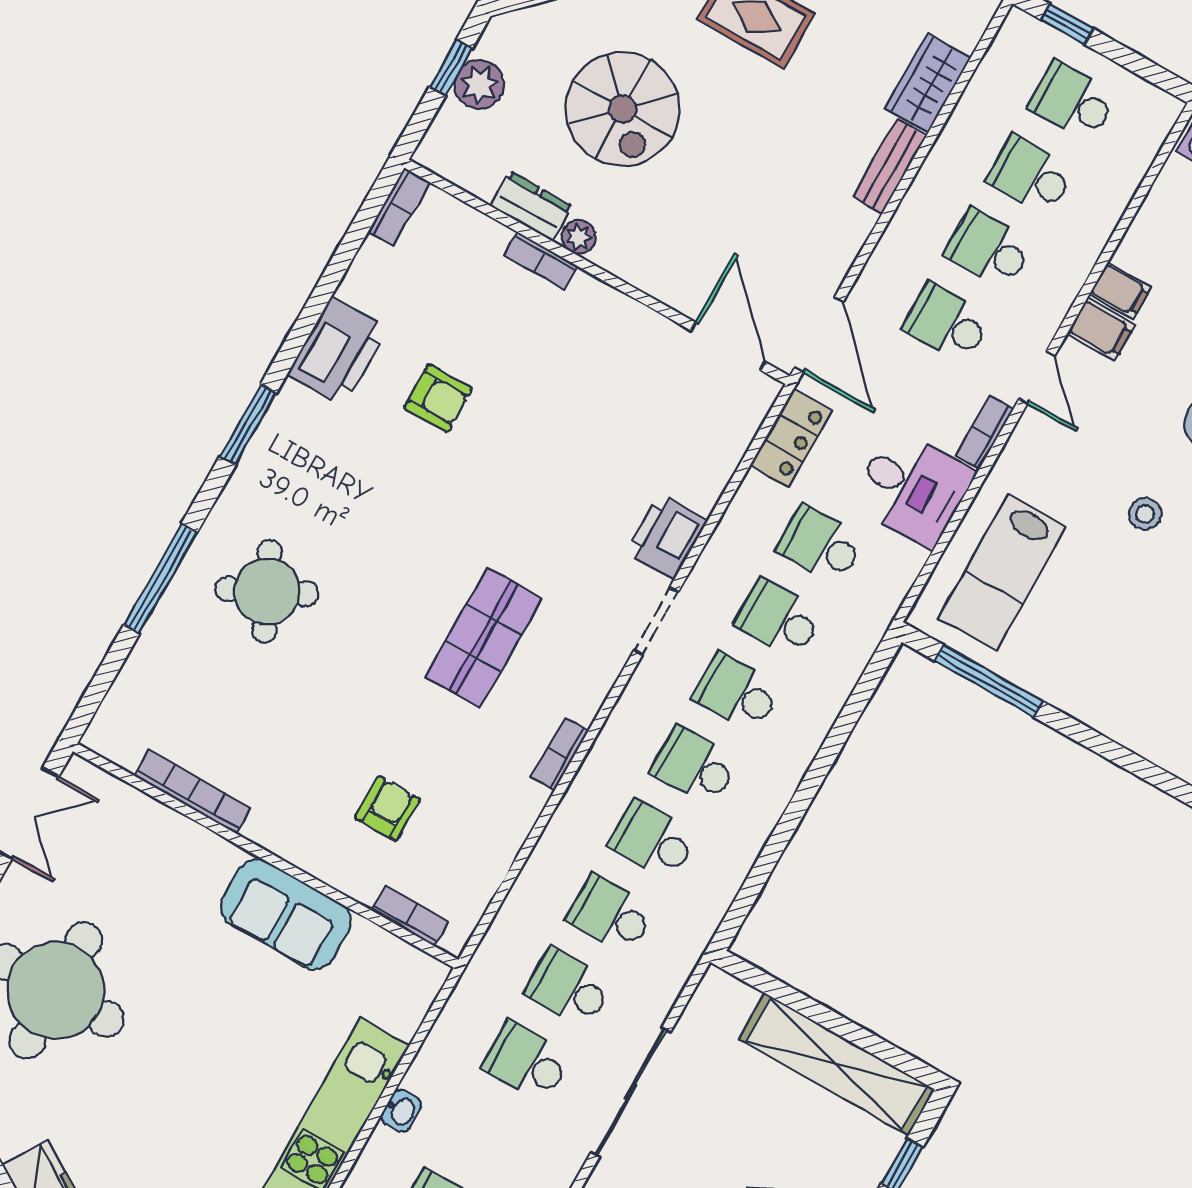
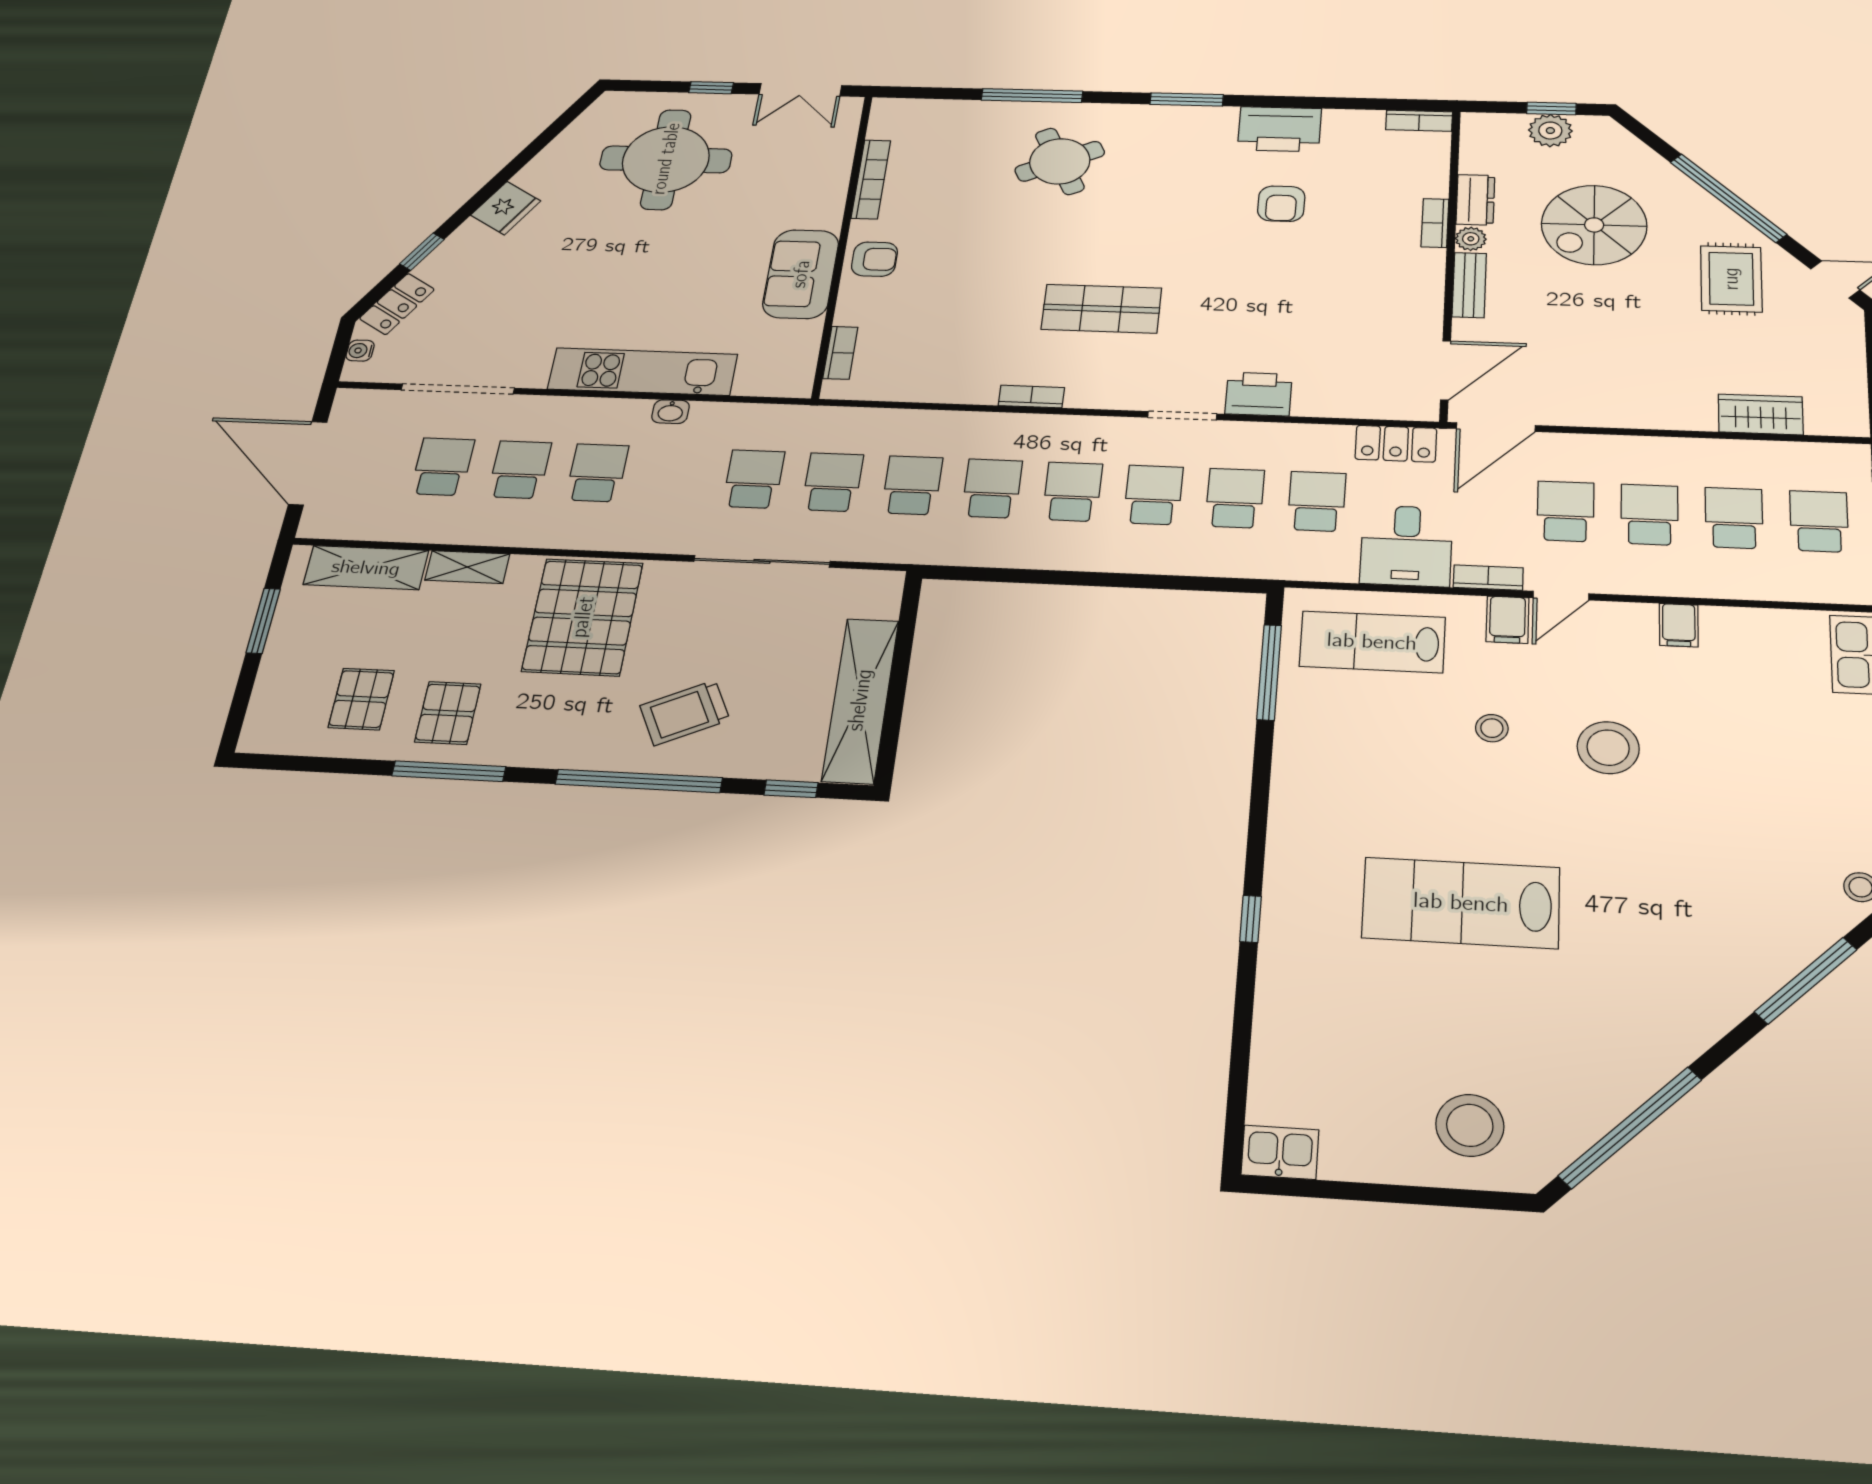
bench: (890, 166) -> (1469, 285), moved, turned 90
filing cabinet: (1101, 329) -> (1507, 620), moved
armchair: (388, 809) -> (874, 259), moved

